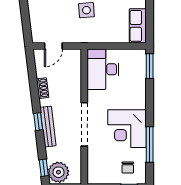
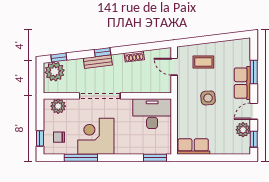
coffee table: (48, 15) -> (203, 62), added
bench: (48, 127) -> (98, 62), width x0.73
plant: (95, 168) -> (58, 106), added

